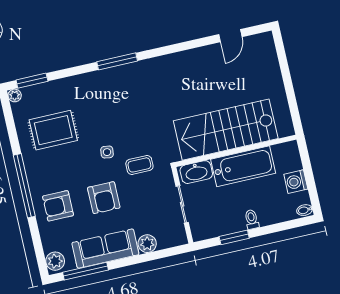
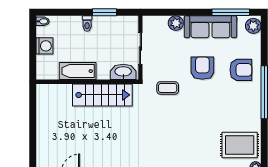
rug: (53, 130) -> (240, 145), moved
stairs: (226, 130) -> (102, 95), width x0.73, depth x0.66
side table: (107, 152) -> (191, 104), removed
bathtub: (243, 166) -> (78, 71), width x0.73, depth x0.73

